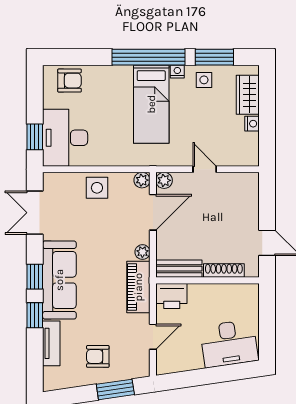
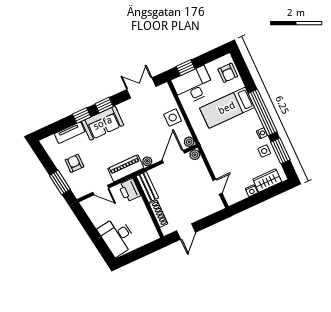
bed: (151, 104) -> (227, 108), moved
door: (205, 169) -> (218, 187), moved
door: (153, 212) -> (173, 157), swing flipped
sofa: (59, 280) -> (103, 123), width x0.73

